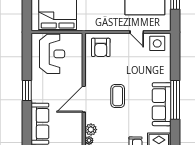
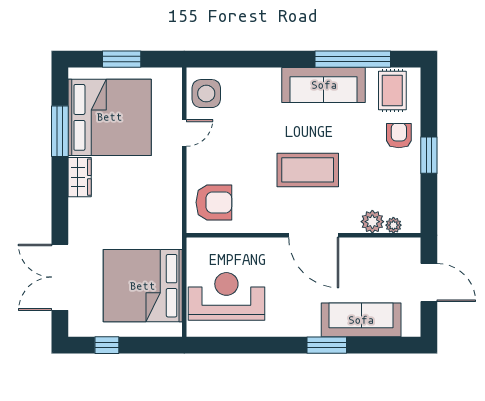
window: (27, 91) -> (327, 345), moved
coffee table: (118, 96) -> (308, 170), width x1.36, depth x1.32
window: (175, 100) -> (353, 59), moved

